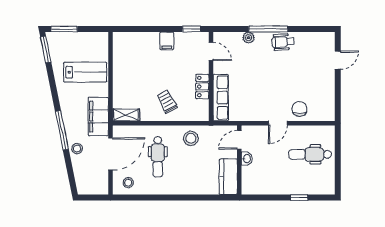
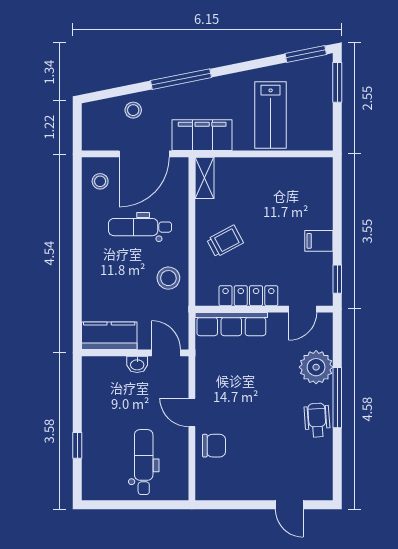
plant: (249, 38) -> (316, 367), width x1.87, depth x1.87
locker: (202, 87) -> (248, 296), width x1.53
stool: (77, 149) -> (133, 110), moved
door: (110, 154) -> (144, 154), hinge flipped

